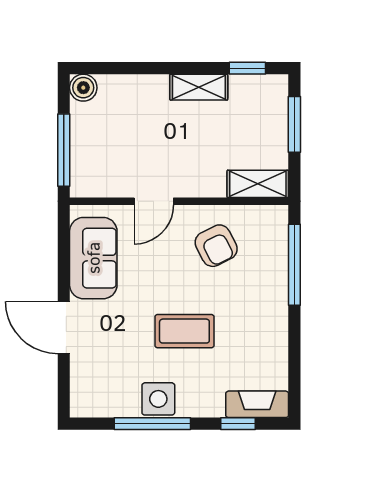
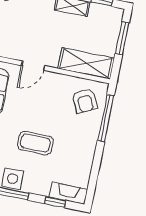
shelving: (258, 184) -> (86, 63), width x1.50, depth x1.33
armchair: (216, 246) -> (85, 101), moved

